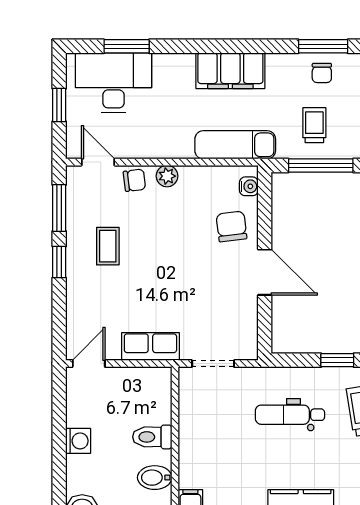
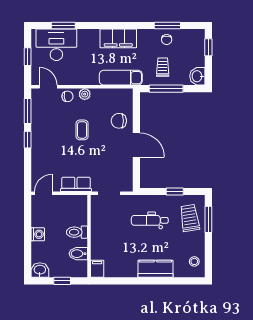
water cooler: (249, 186) -> (128, 100), removed
chair: (232, 226) -> (119, 121), turned -83
coffee table: (108, 246) -> (82, 130), moved

